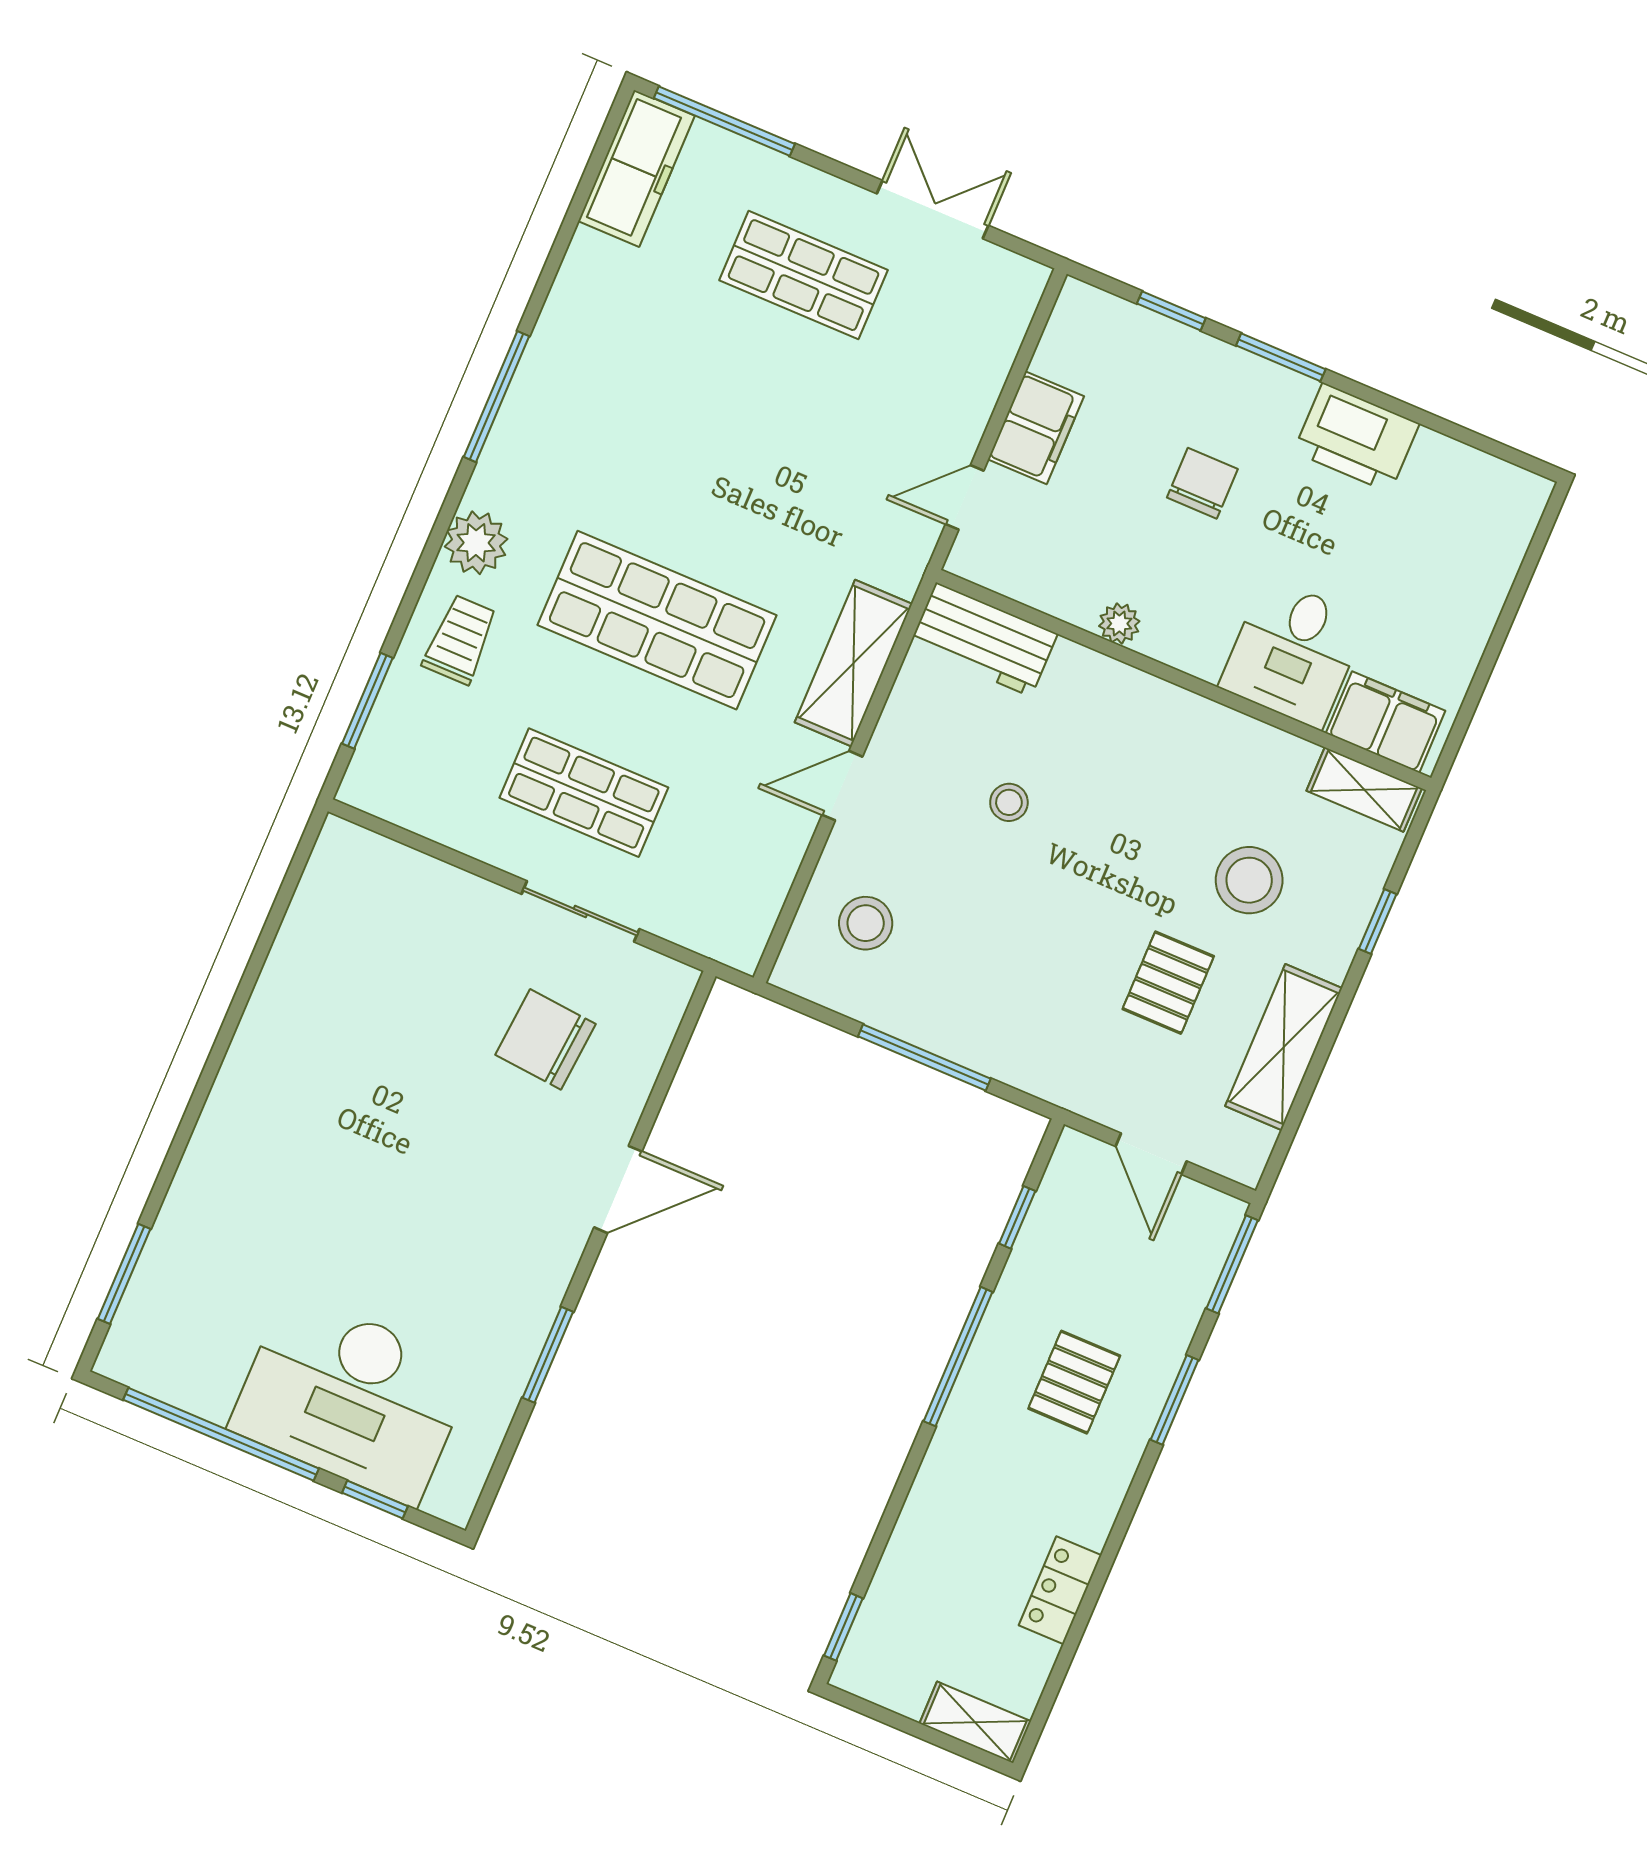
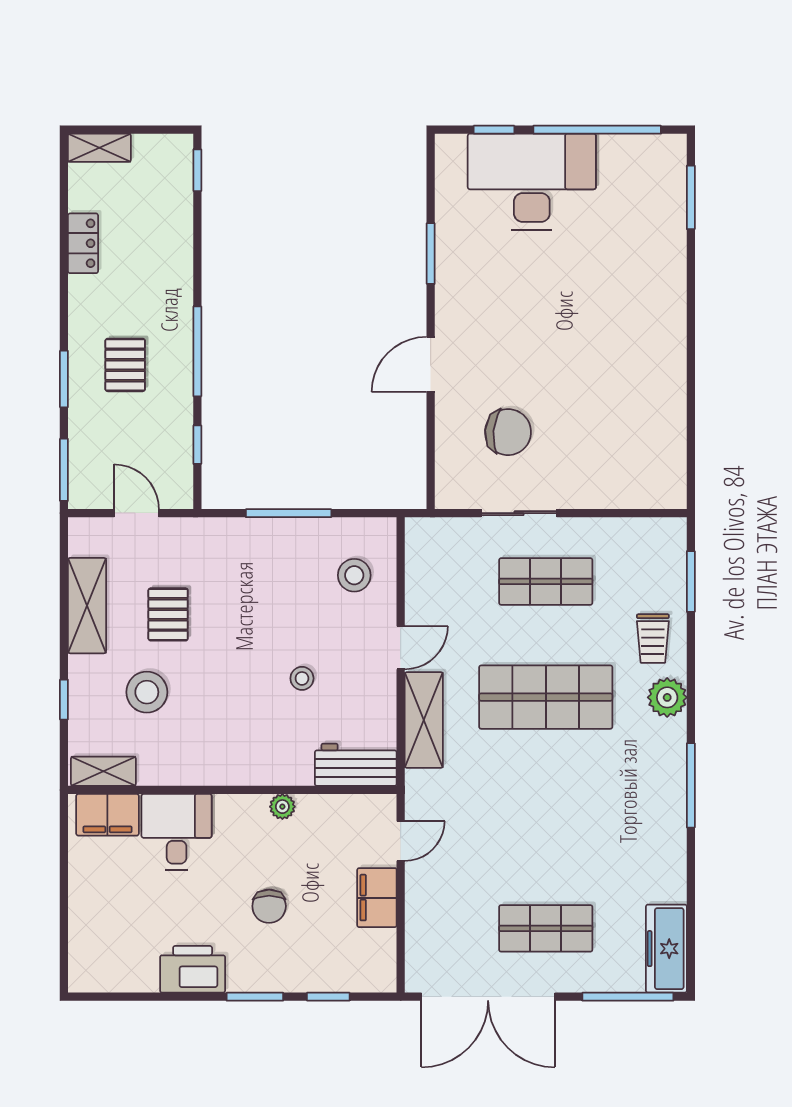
double door: (933, 210) -> (488, 997), width x1.87

